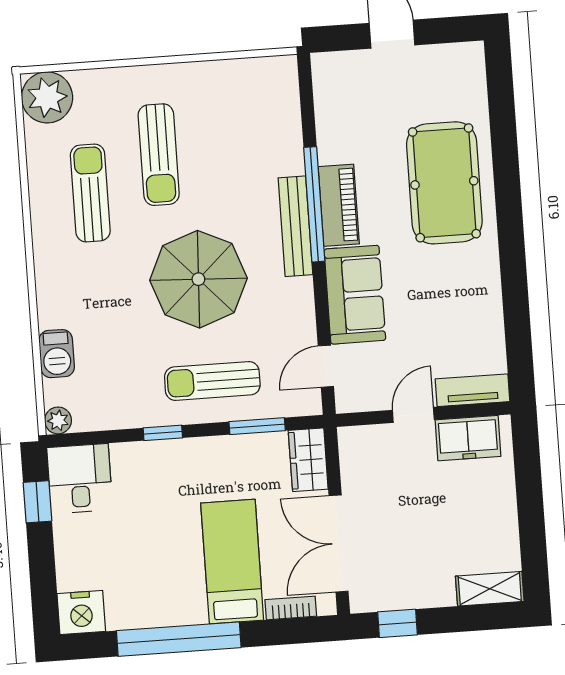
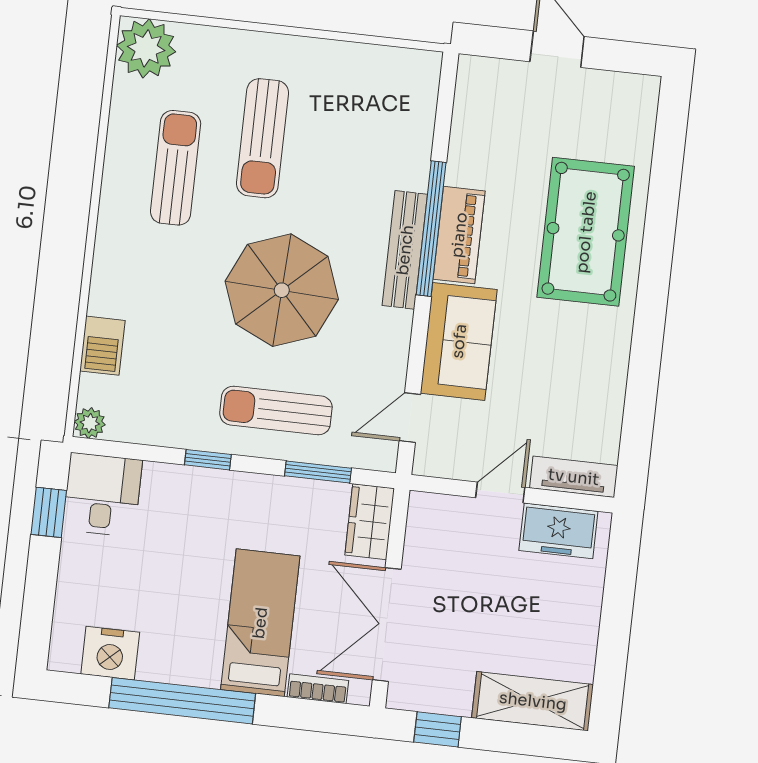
shelving: (490, 589) -> (533, 701), width x1.50, depth x1.33
nightstand: (81, 613) -> (110, 653), moved

